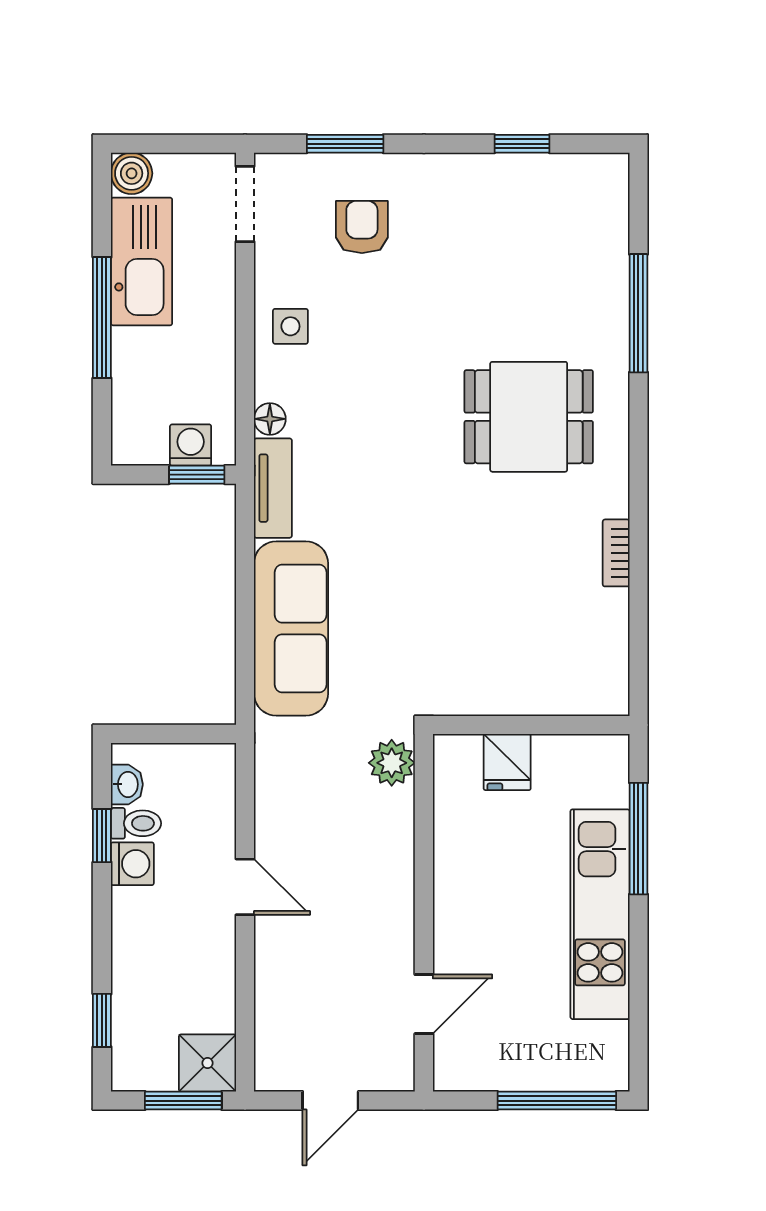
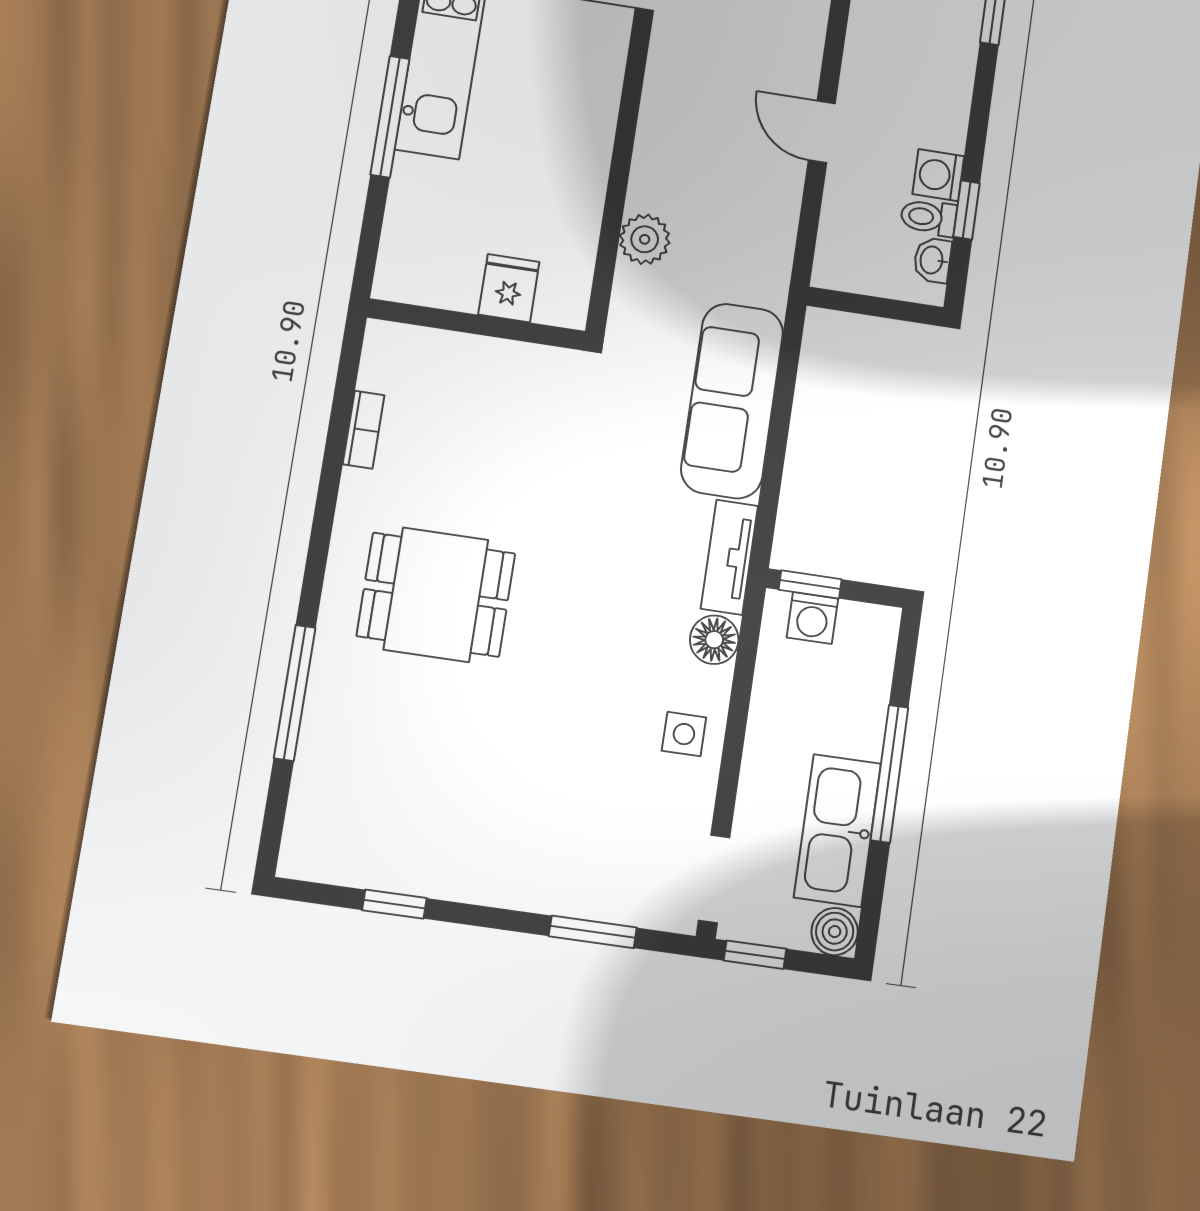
window: (199, 144) -> (755, 955), added
armchair: (362, 227) -> (588, 834), removed
floor lamp: (270, 419) -> (714, 640), width x1.37, depth x1.37
wall: (531, 725) -> (476, 324), moved
fridge: (507, 762) -> (509, 288), moved

